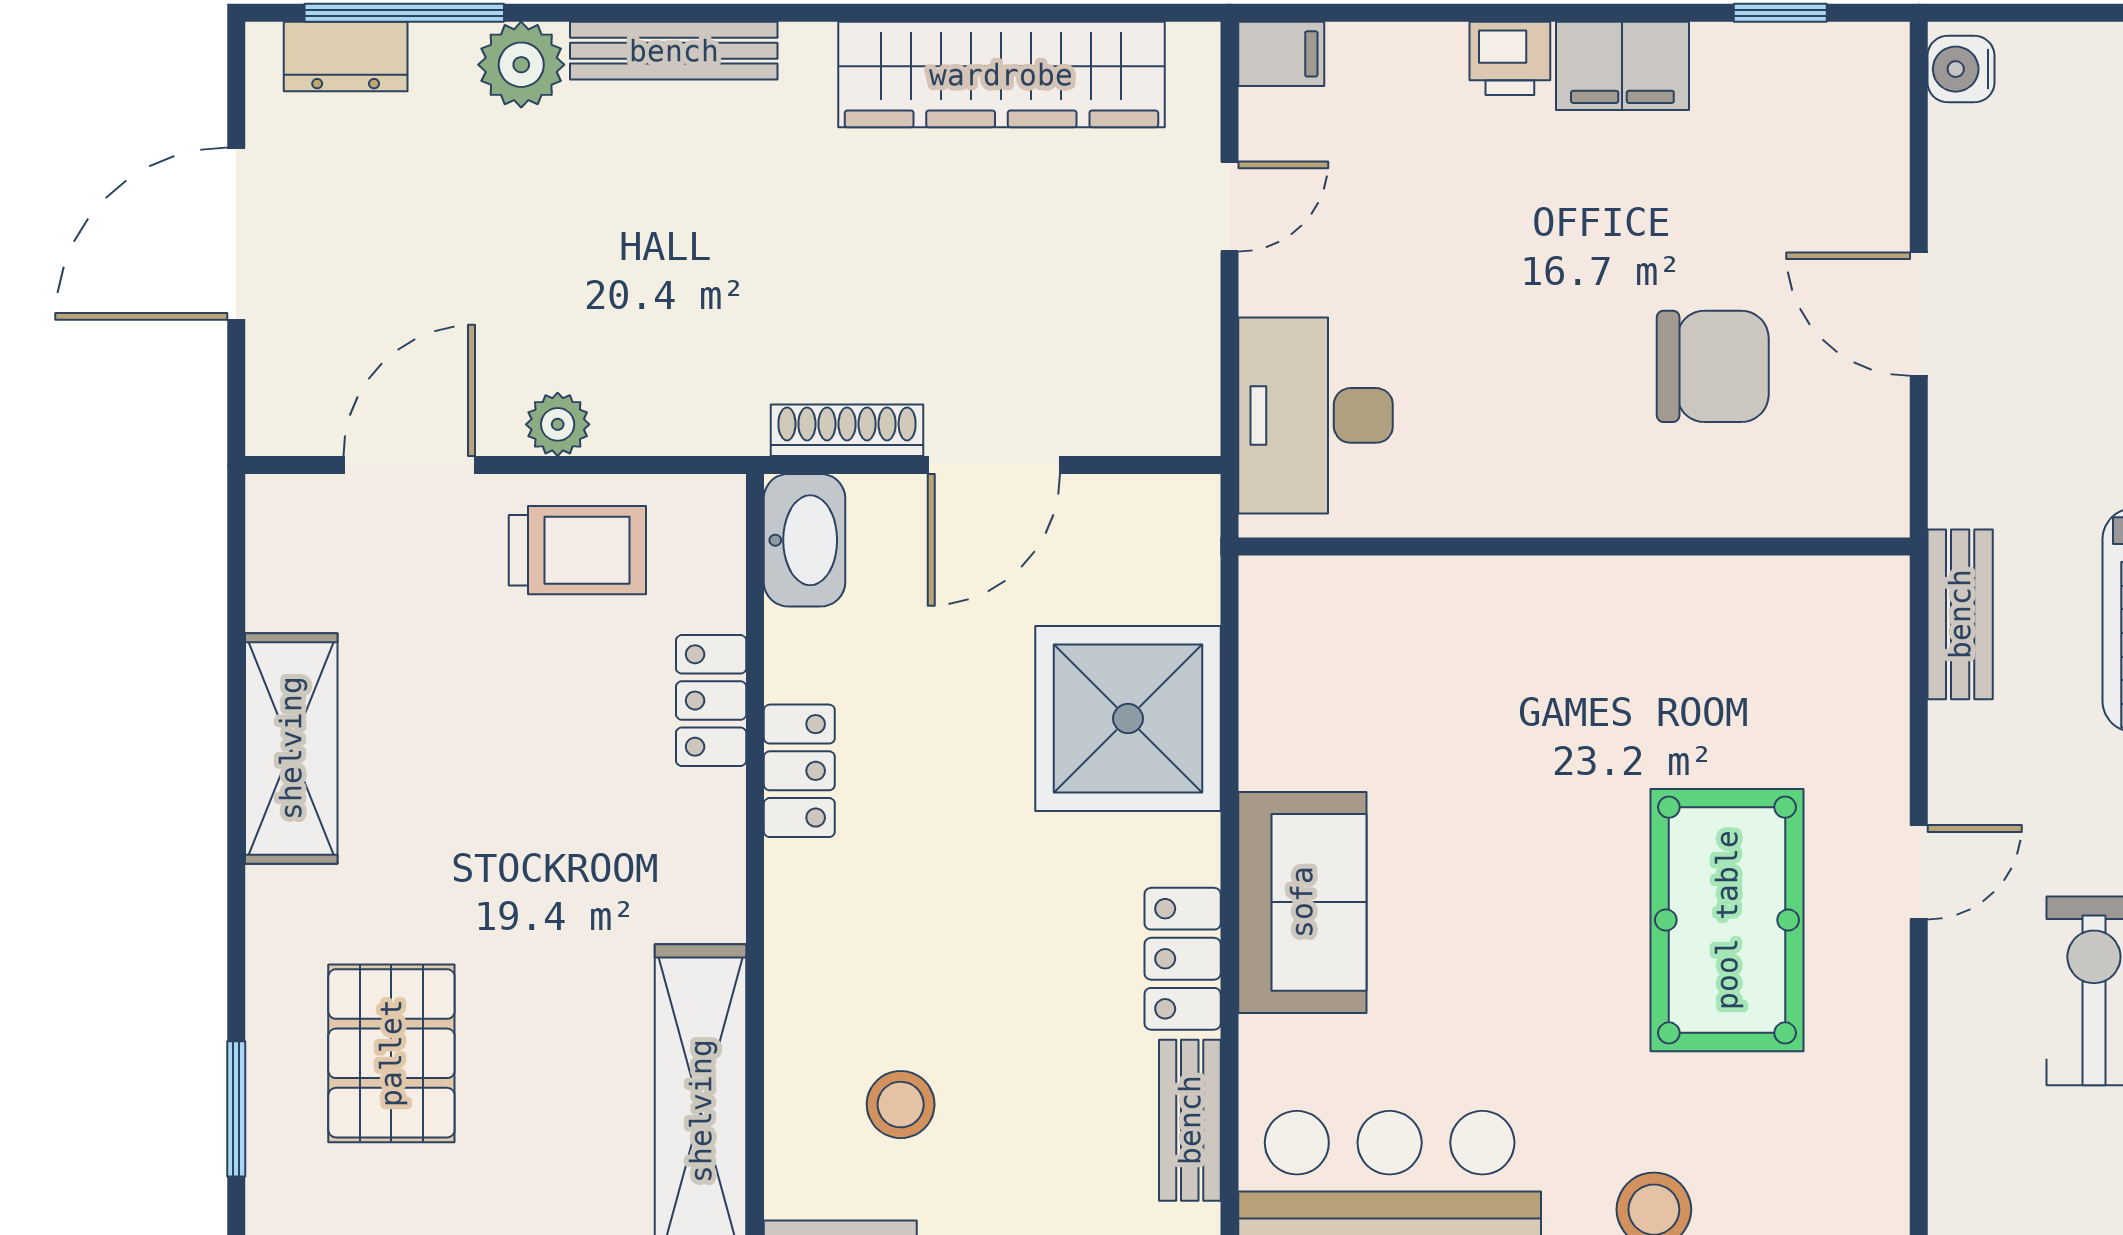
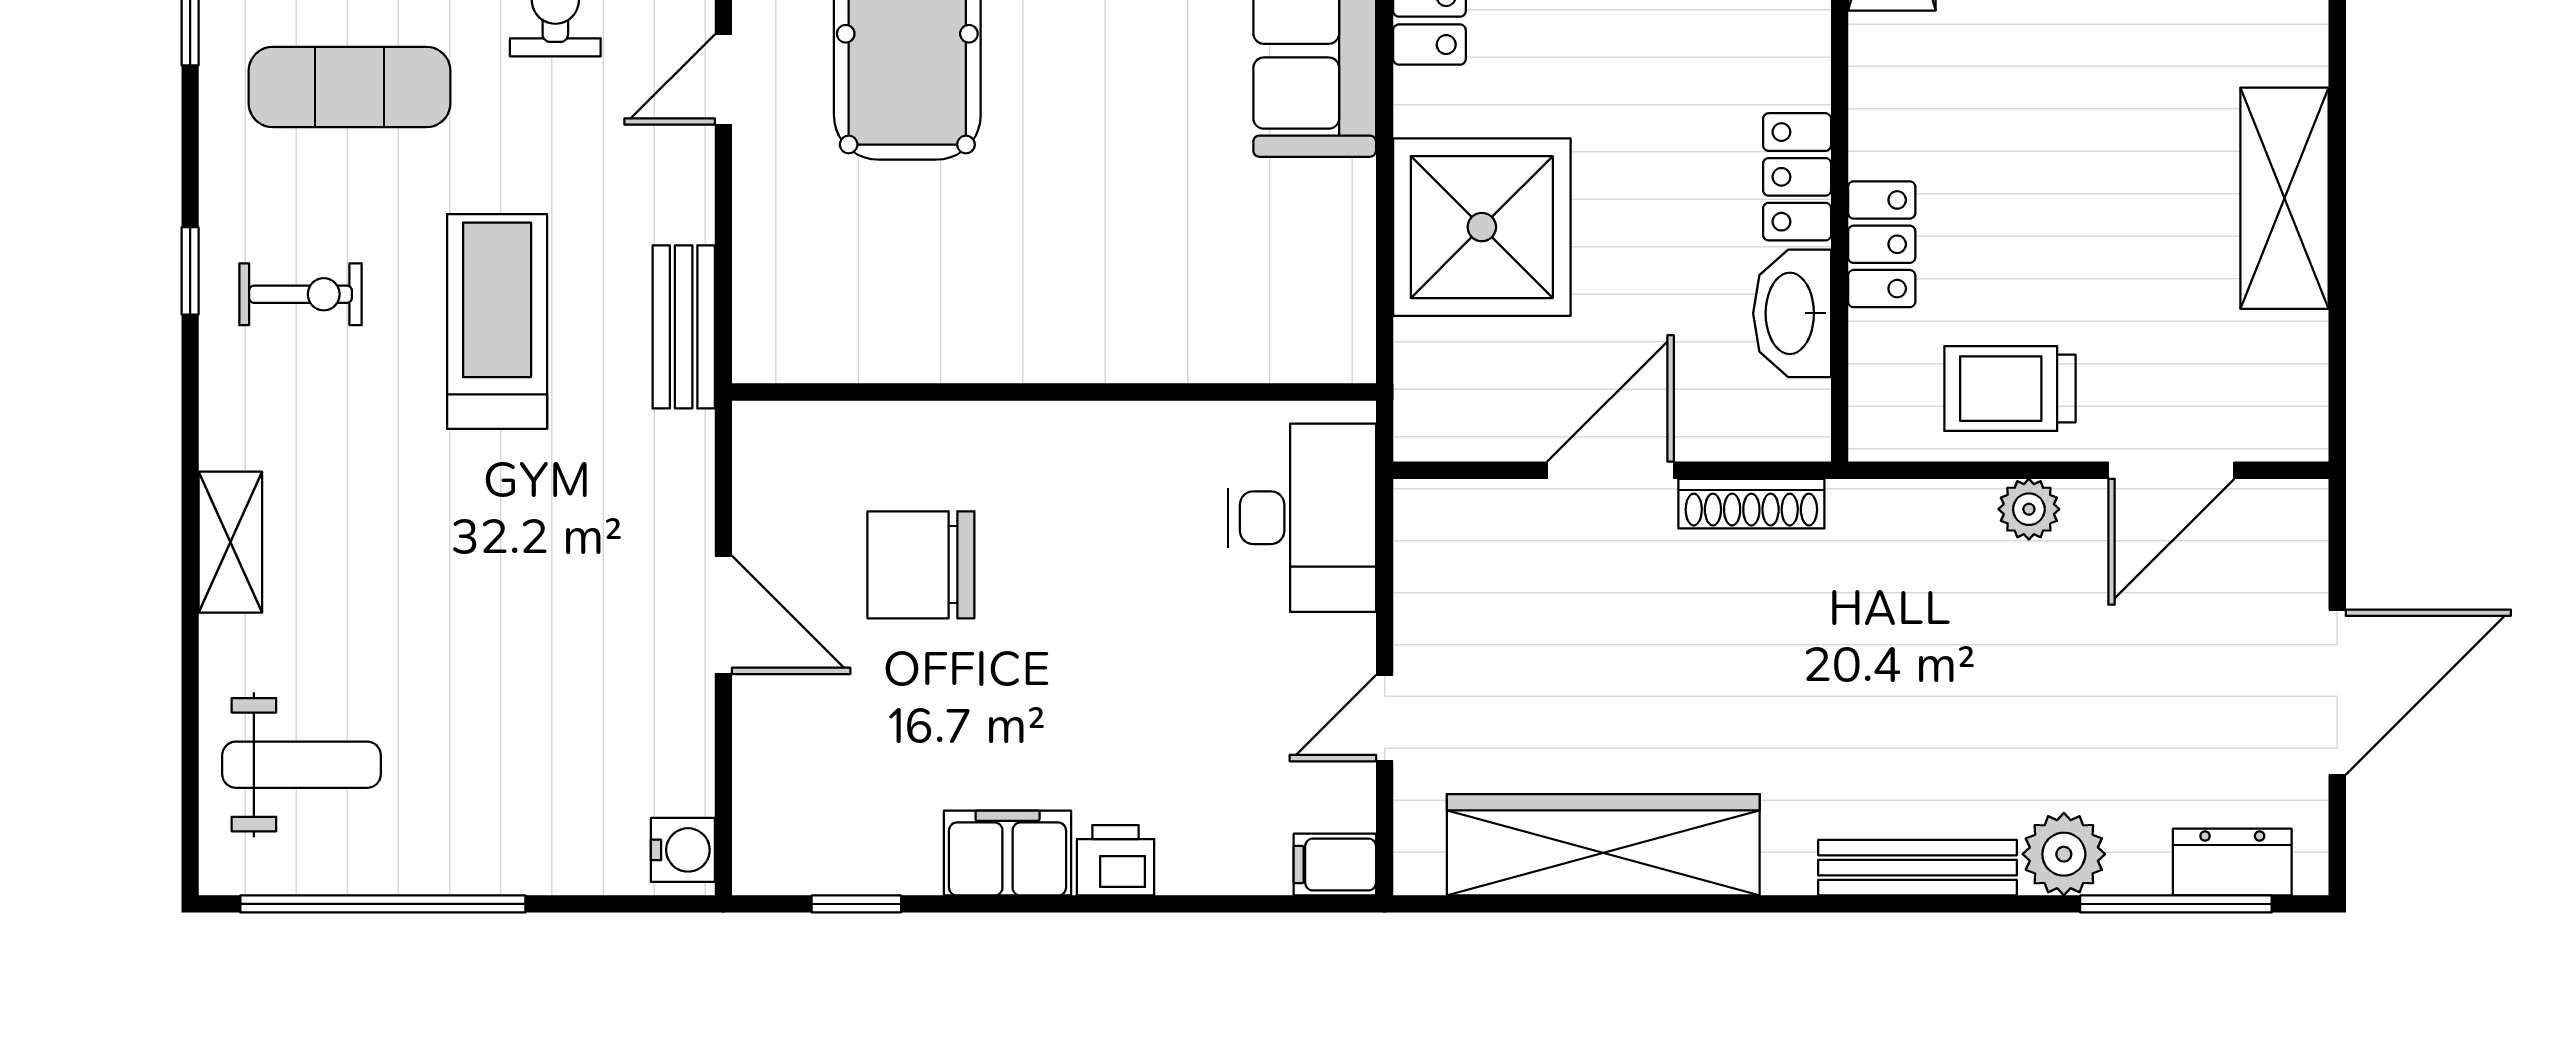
washbasin: (804, 540) -> (1792, 313), moved

